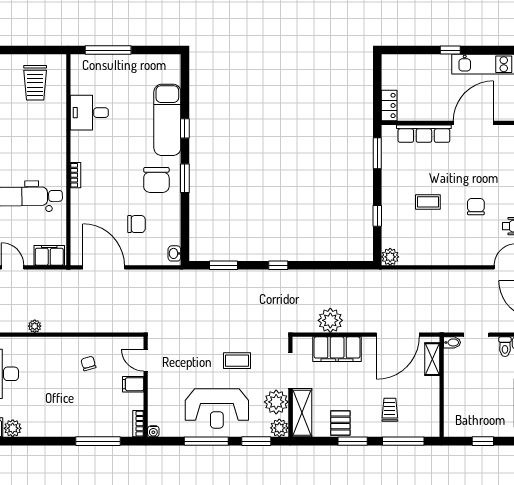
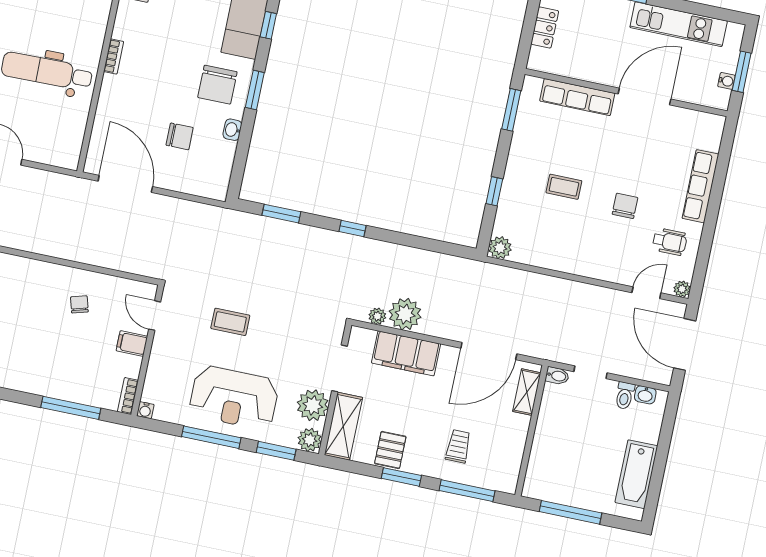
locker: (389, 105) -> (545, 27), moved
washbasin: (174, 253) -> (232, 130), moved
filing cabinet: (49, 255) -> (58, 153), removed
plant: (35, 326) -> (377, 316), moved
coffee table: (237, 361) -> (230, 322), moved
window: (483, 441) -> (570, 512), width x2.17

